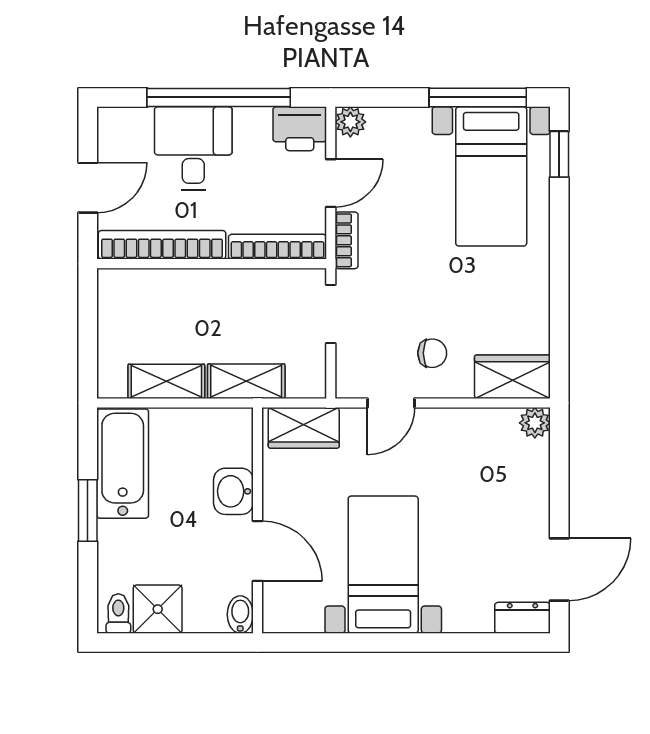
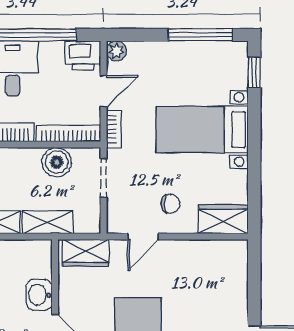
bed with nightstands: (491, 176) -> (202, 129), moved, turned 90
boiler: (260, 290) -> (57, 162), added
plant: (535, 423) -> (238, 250), removed

